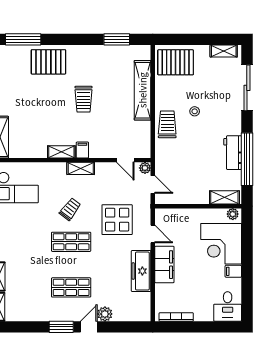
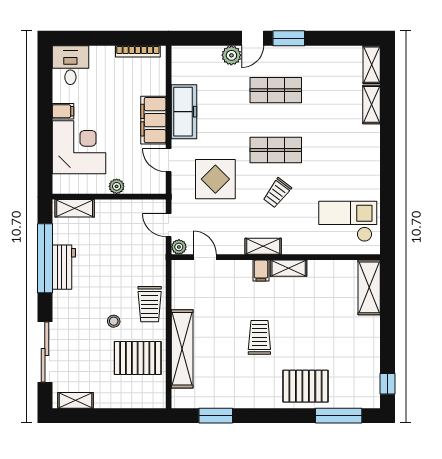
pallet: (176, 62) -> (138, 358), moved
plant: (233, 214) -> (117, 186), moved

